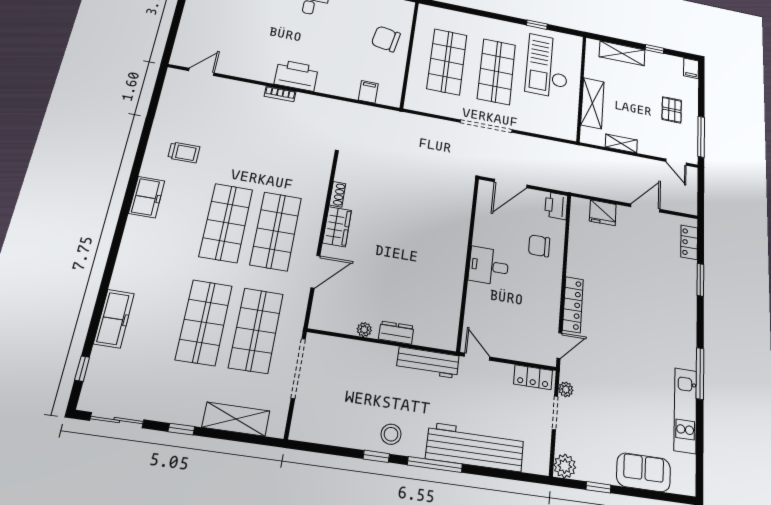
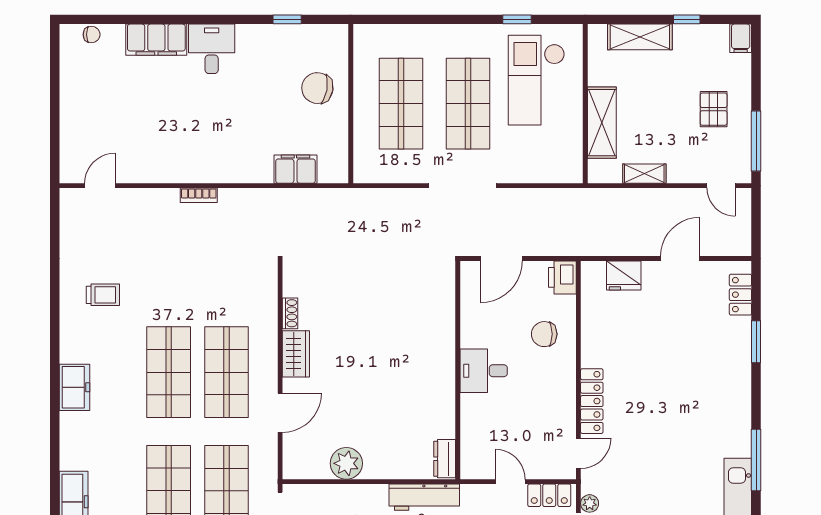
printer: (296, 75) -> (214, 165), removed
filing cabinet: (368, 92) -> (295, 169), width x2.00
freezer: (147, 197) -> (74, 387), moved
plant: (364, 330) -> (346, 463), width x1.87, depth x1.87
dresser: (396, 333) -> (445, 459), moved, turned -90
door: (477, 357) -> (510, 482), moved

